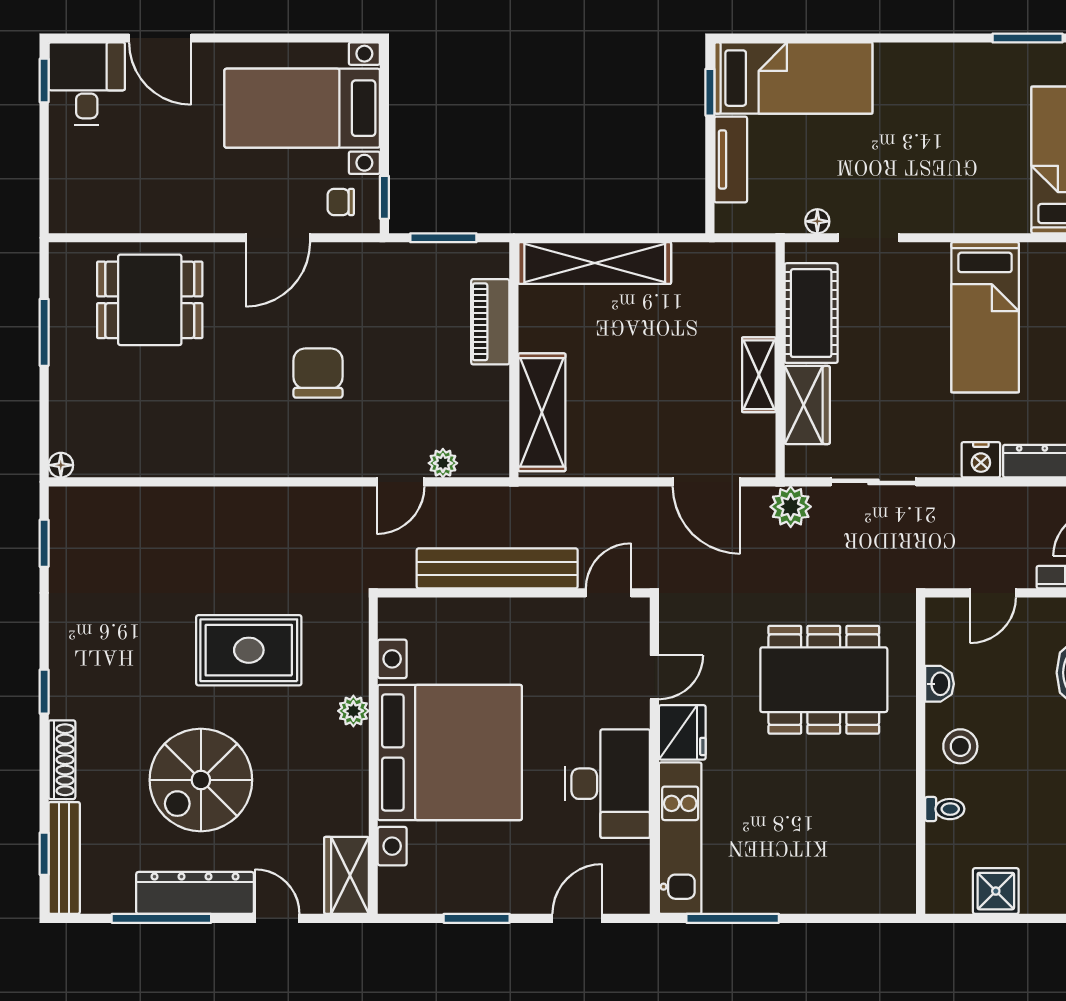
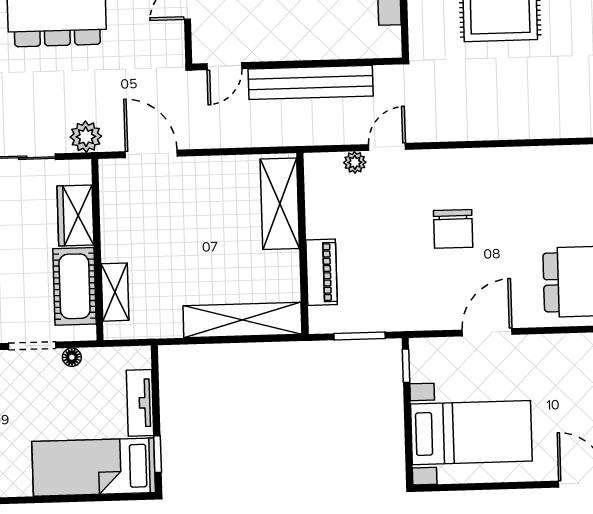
chair: (341, 202) -> (439, 361), removed
shelving: (759, 375) -> (115, 292), moved

